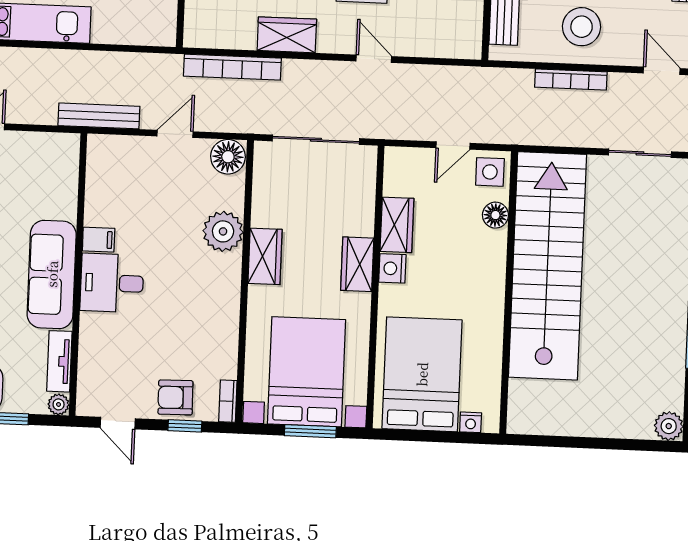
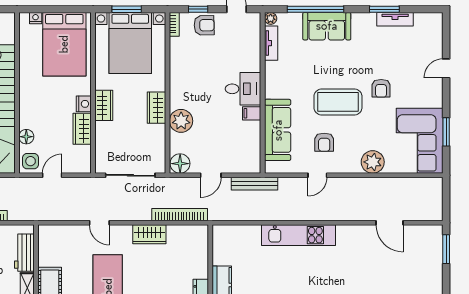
sofa: (52, 274) -> (278, 130), moved

